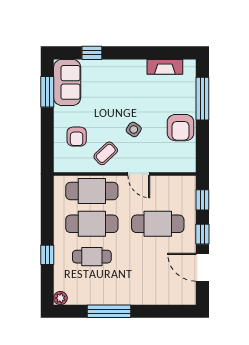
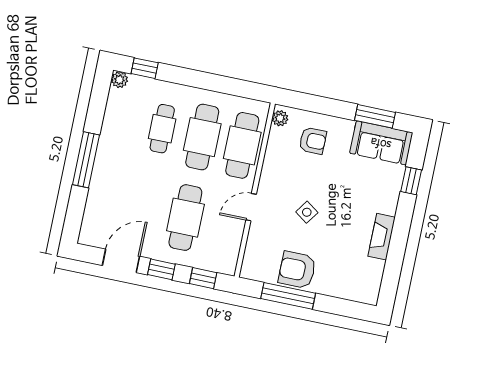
fireplace: (165, 67) -> (382, 237), moved
window: (202, 99) -> (288, 296), moved
armchair: (77, 137) -> (313, 141), turned 180
coffee table: (106, 153) -> (285, 172), removed
plant: (64, 166) -> (280, 118), added
window: (47, 255) -> (145, 68), moved
window: (109, 311) -> (86, 160), moved

